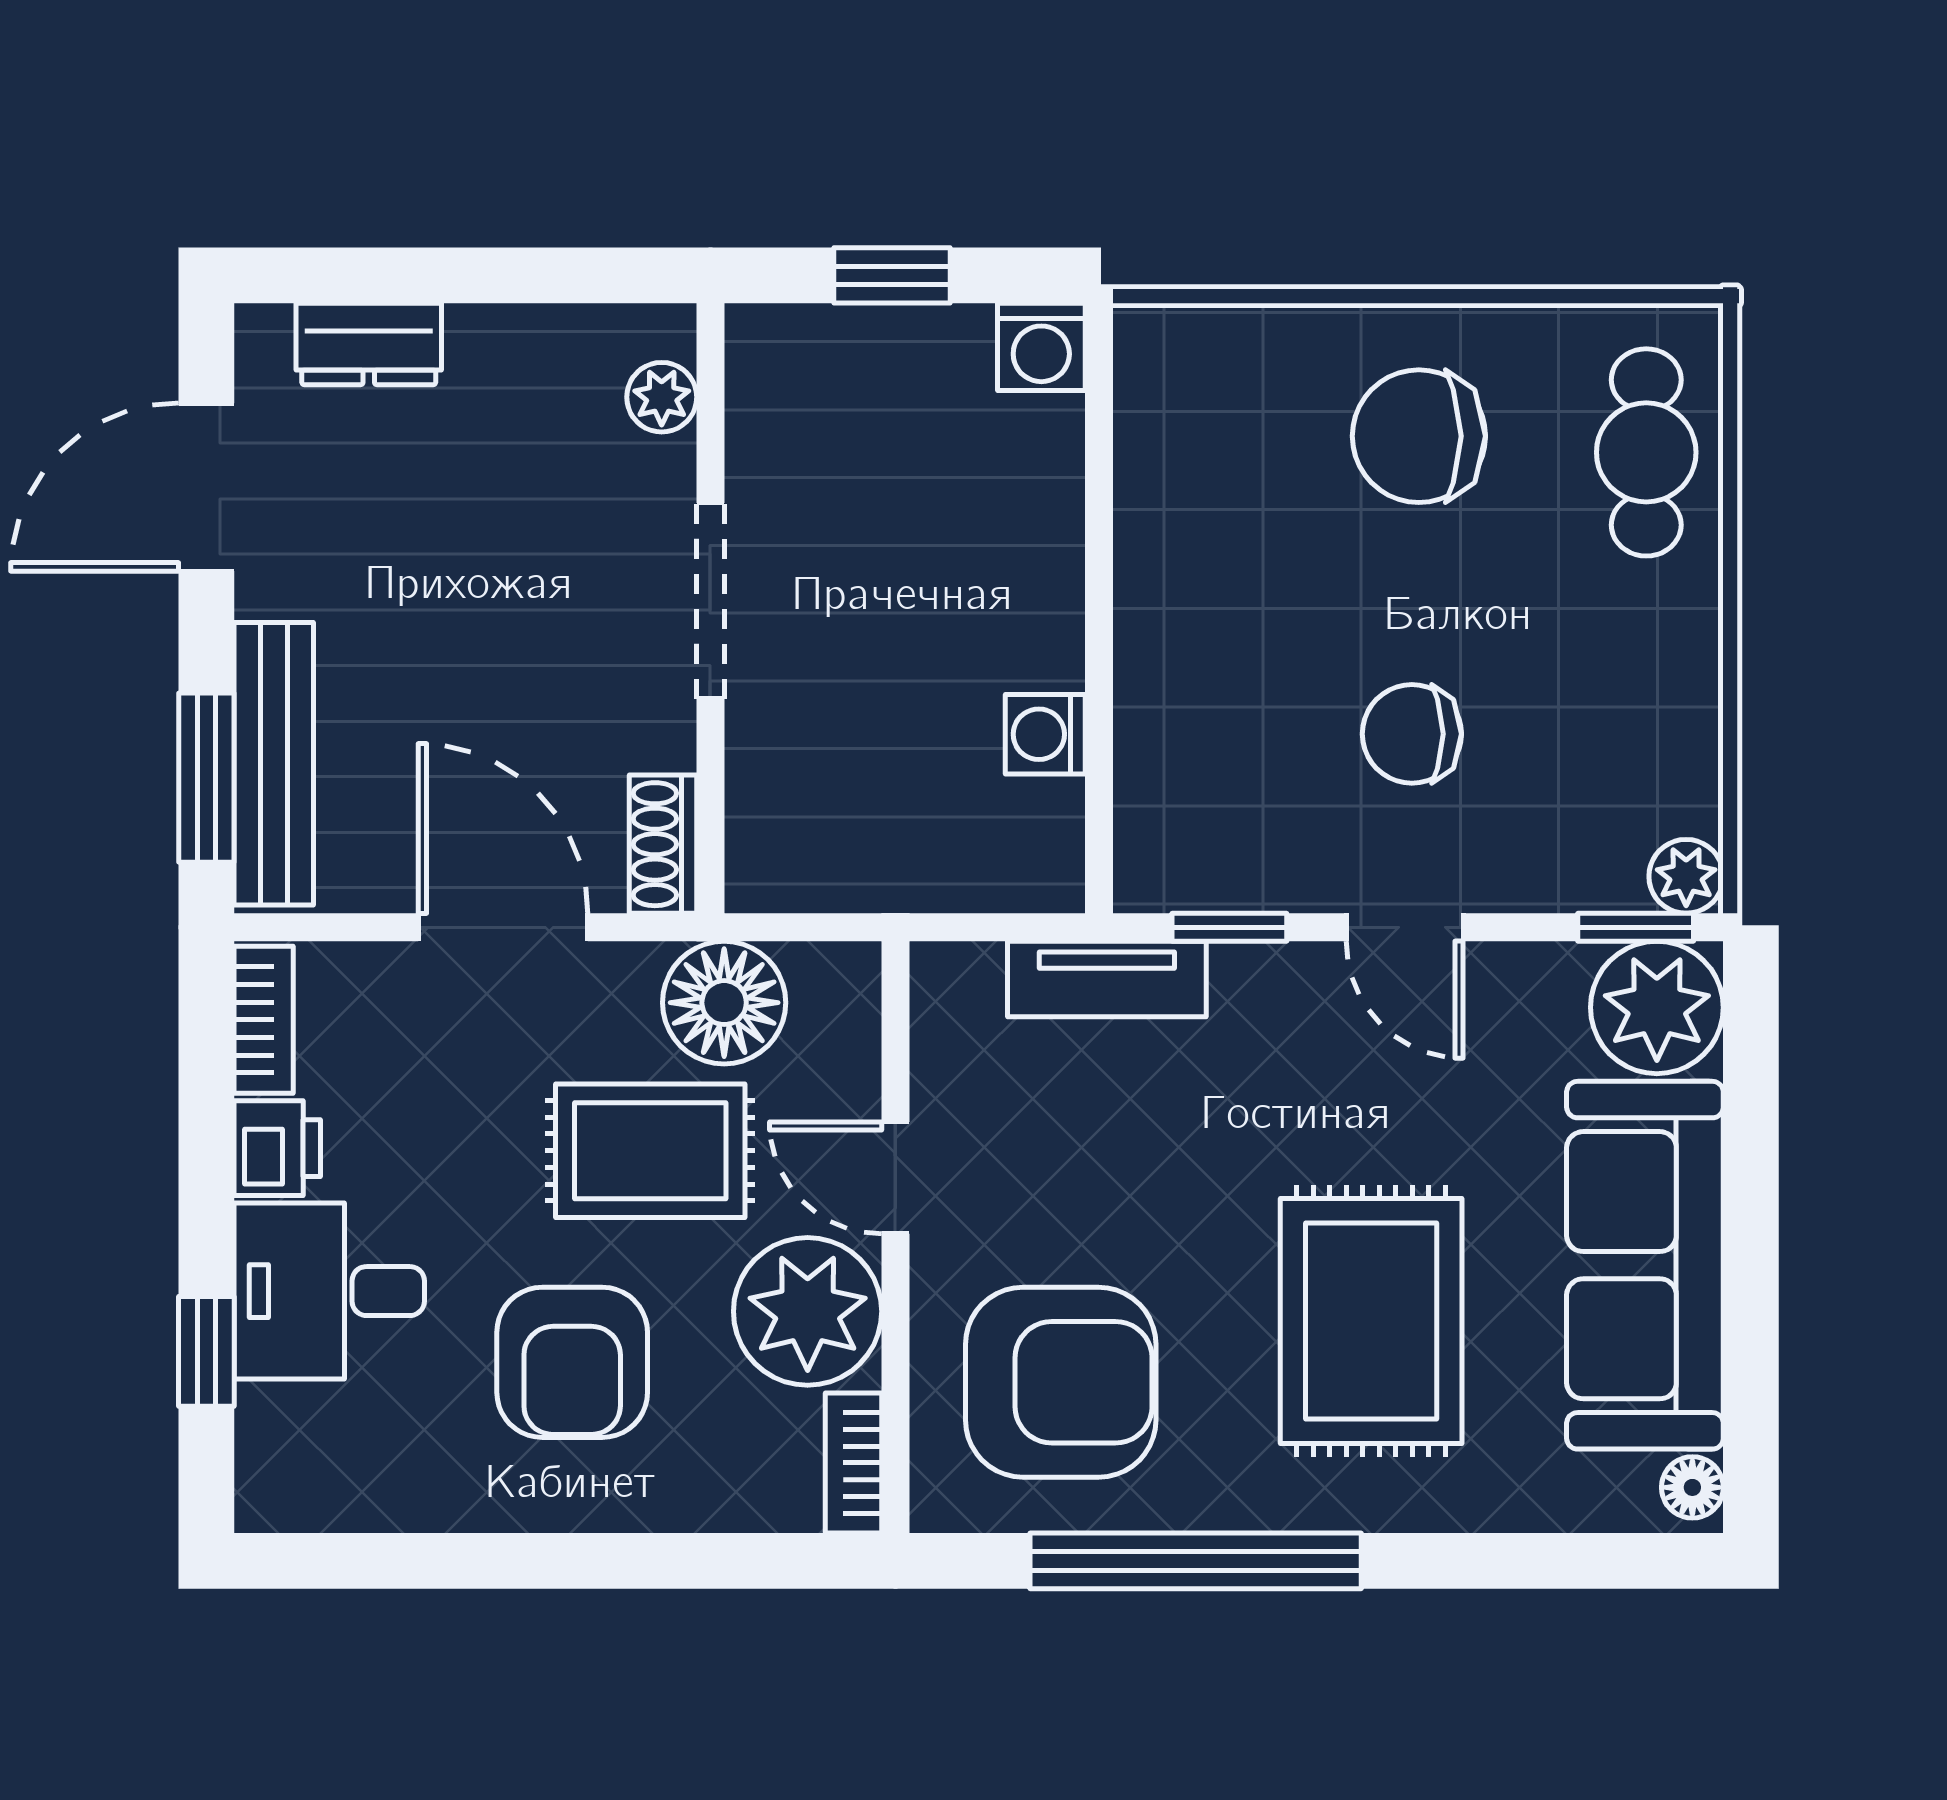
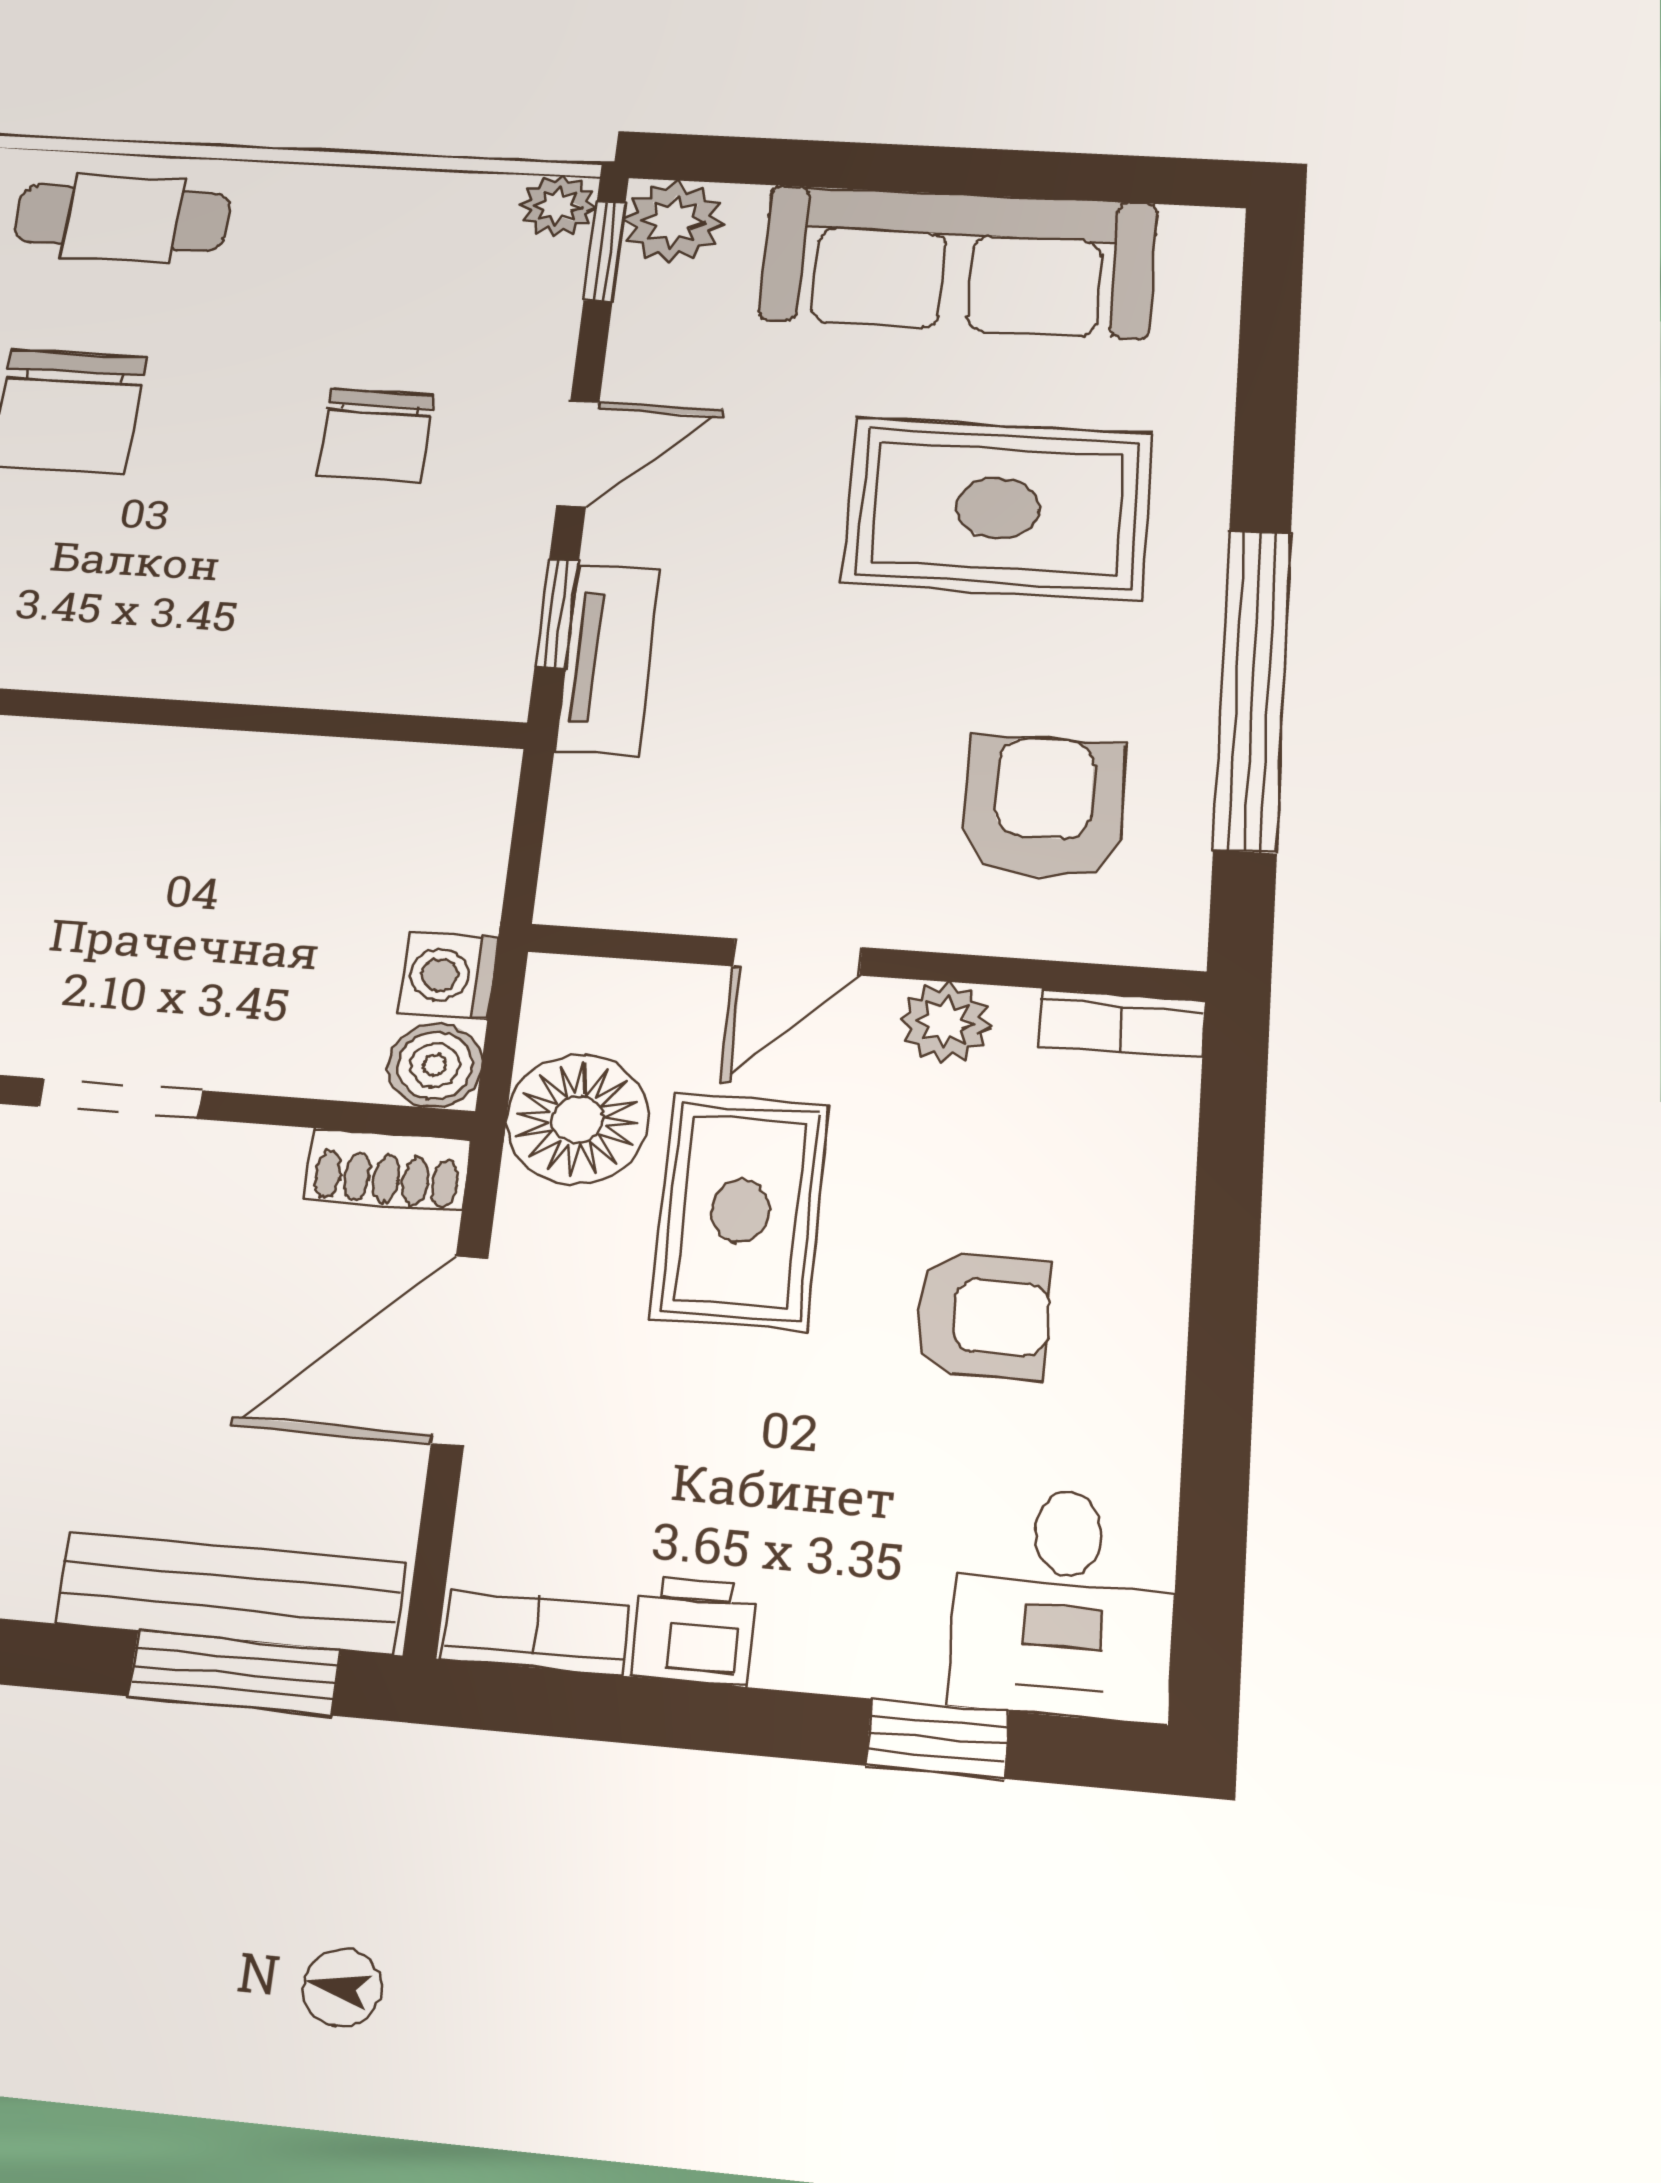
doorway: (710, 601) -> (120, 1099), width x0.73
washing machine: (1045, 734) -> (448, 975), moved, turned 90
boiler: (765, 873) -> (435, 1065), added
tv unit: (1107, 979) -> (608, 659), moved
plant: (1657, 1007) -> (673, 222), width x0.73, depth x0.73
desk: (329, 1291) -> (1064, 1602), moved
plant: (808, 1311) -> (945, 1023), width x0.53, depth x0.53
armchair: (572, 1362) -> (983, 1316), width x0.72, depth x0.72
armchair: (1061, 1382) -> (1043, 807), width x0.73, depth x0.73
floor lamp: (1692, 1487) -> (1196, 232), removed

